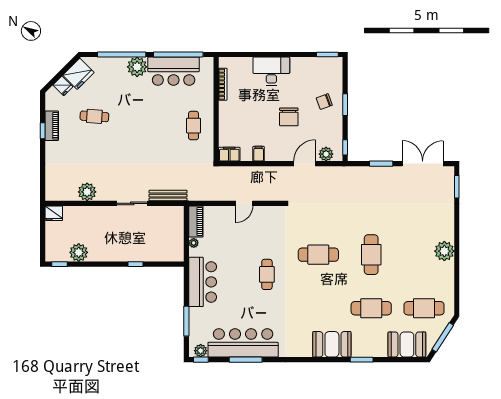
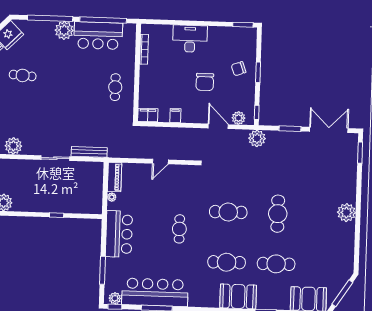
door: (305, 164) -> (218, 126), hinge flipped
plant: (346, 175) -> (257, 138), added
cafe table: (424, 308) -> (227, 262), moved

